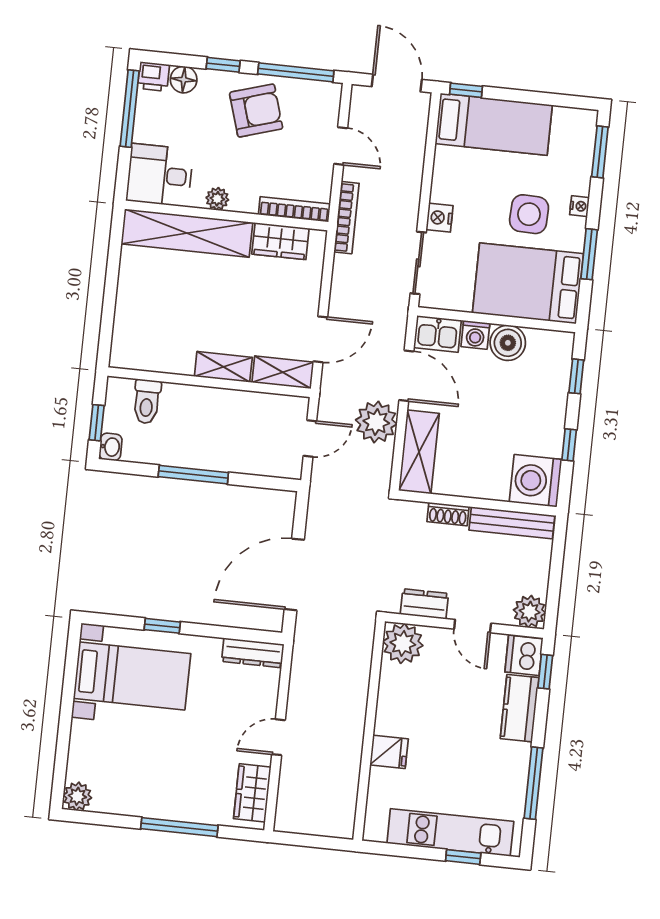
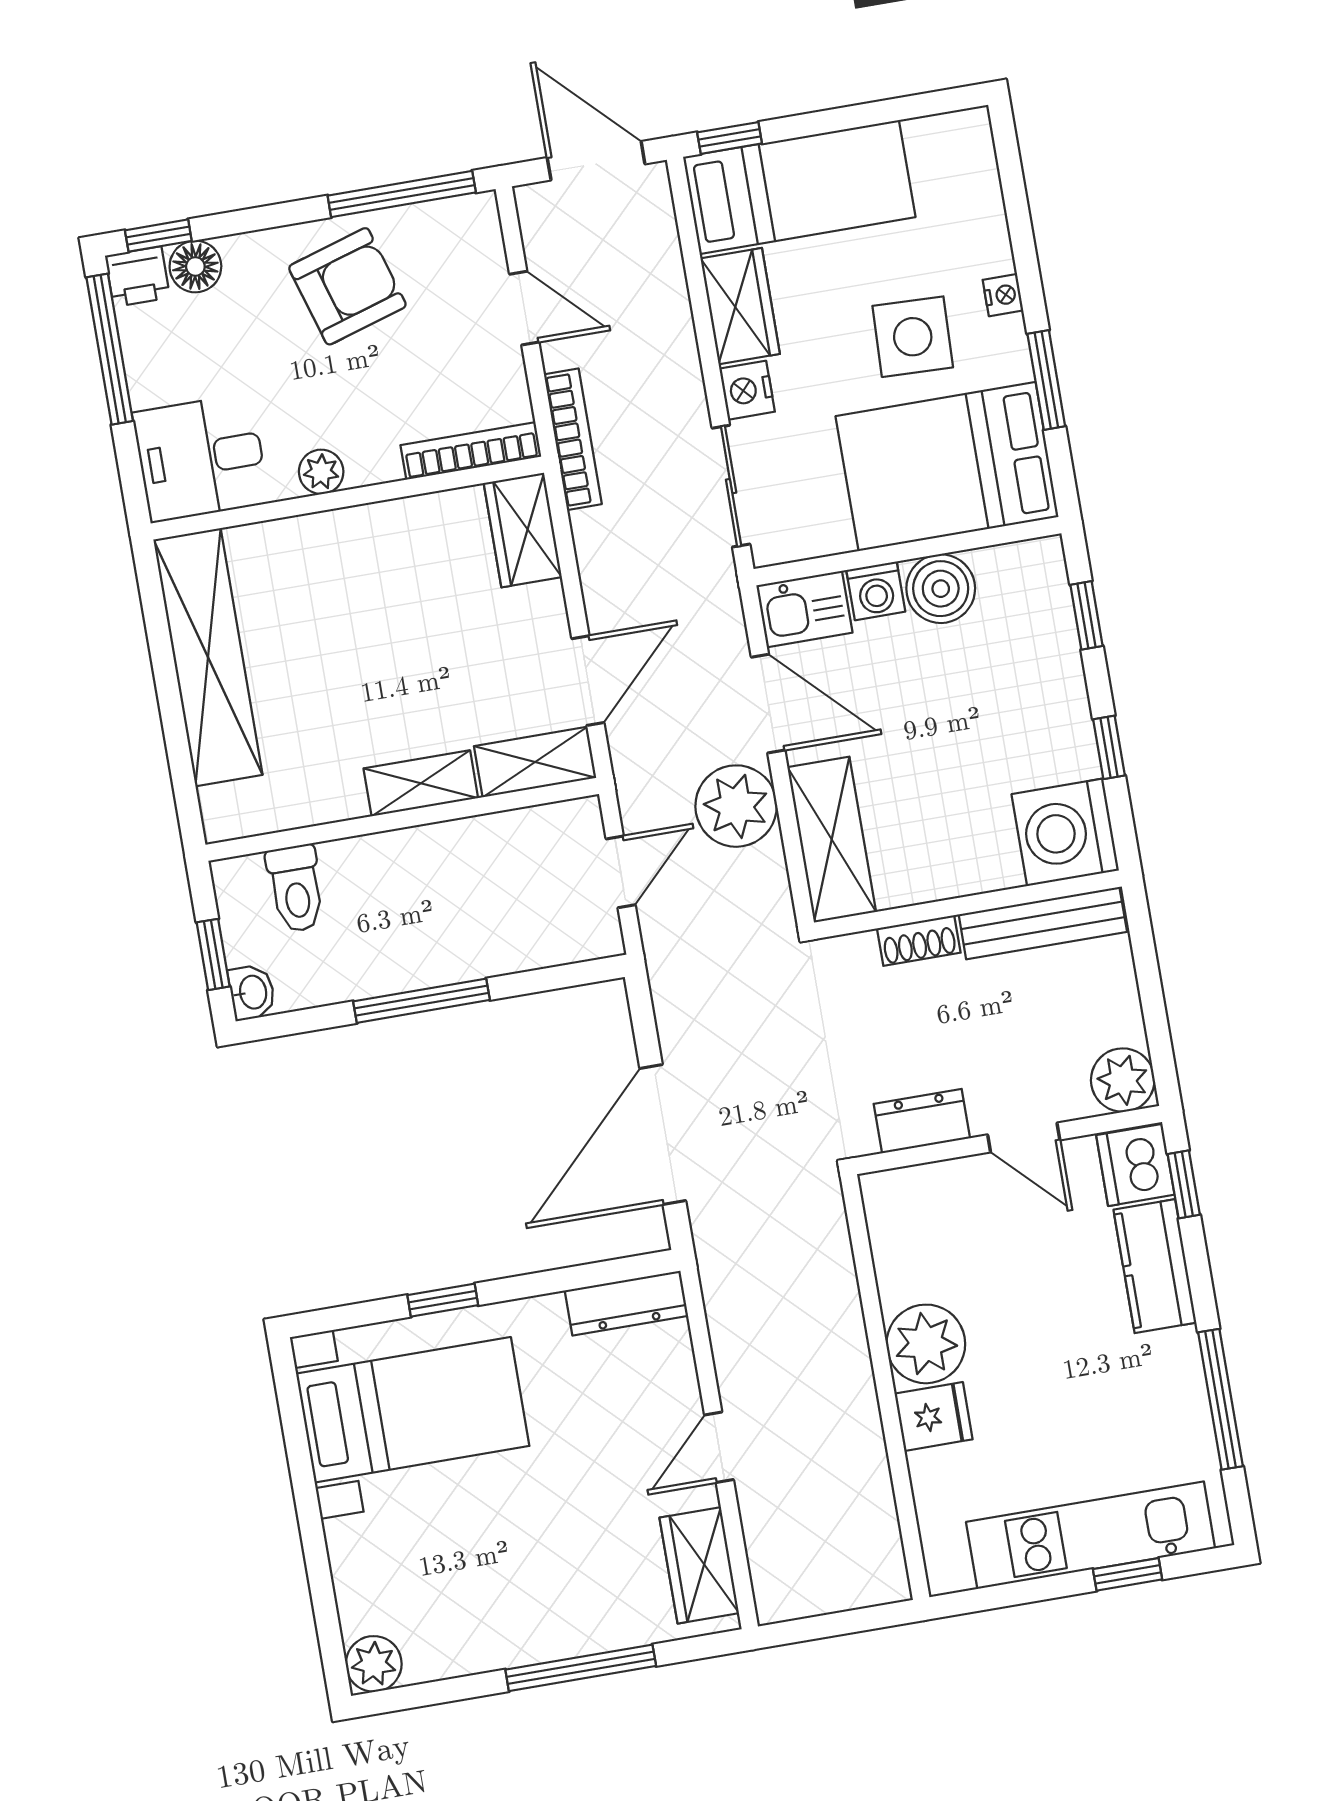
window: (223, 65) -> (158, 236), moved
window: (600, 152) -> (1013, 183), removed
wardrobe: (448, 175) -> (740, 306), added
shelving: (187, 233) -> (208, 657), moved, turned 90
wardrobe: (280, 241) -> (523, 530), moved, turned 90
plant: (403, 643) -> (926, 1344), moved

